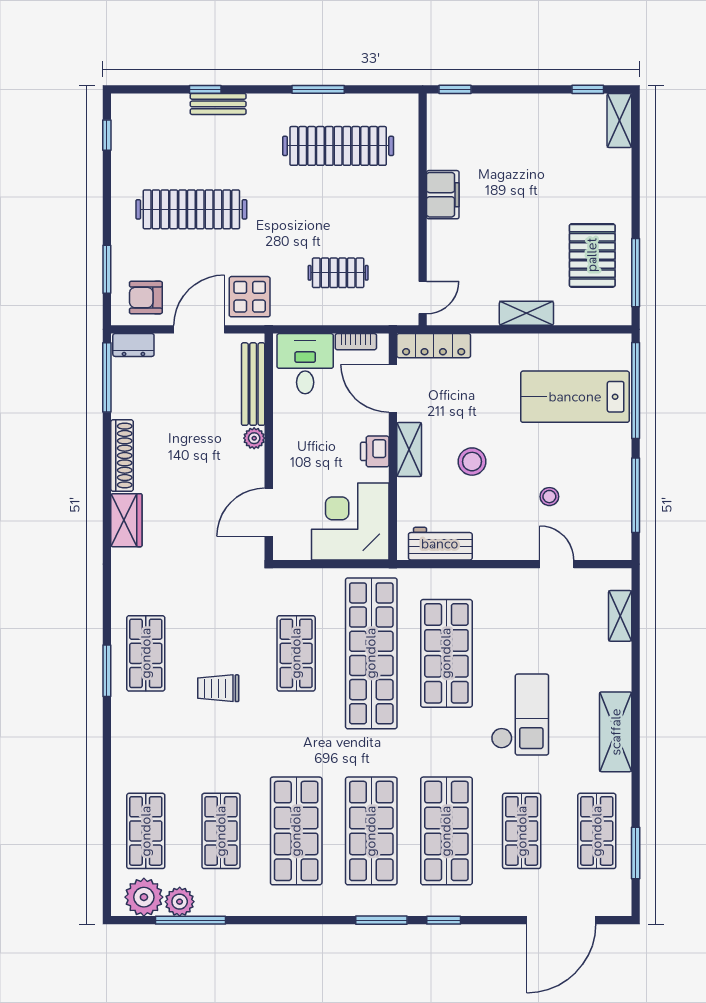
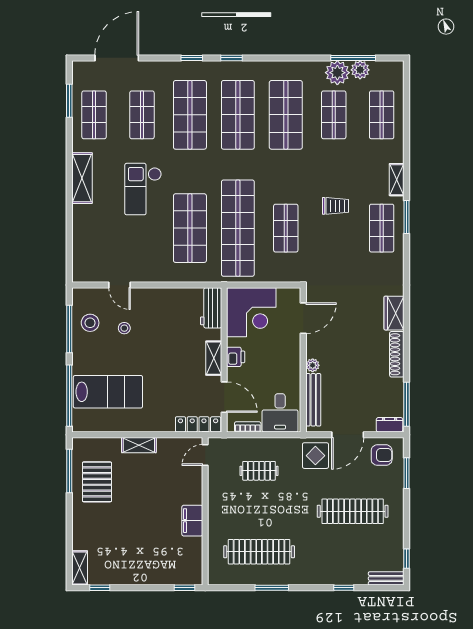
bench: (218, 104) -> (386, 578), moved
stool: (472, 462) -> (90, 323), moved
workbench: (440, 544) -> (211, 308), moved, turned 90
shelving: (620, 616) -> (397, 180), moved
plant: (144, 897) -> (337, 73), moved
window: (381, 920) -> (231, 58), width x0.67

